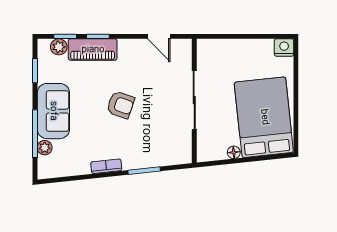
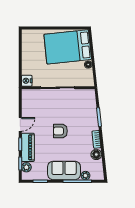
door: (159, 36) -> (20, 124), moved
nightstand: (284, 48) -> (27, 81), moved
armchair: (121, 105) -> (60, 131), turned -109
floor lamp: (81, 166) -> (96, 154), added

